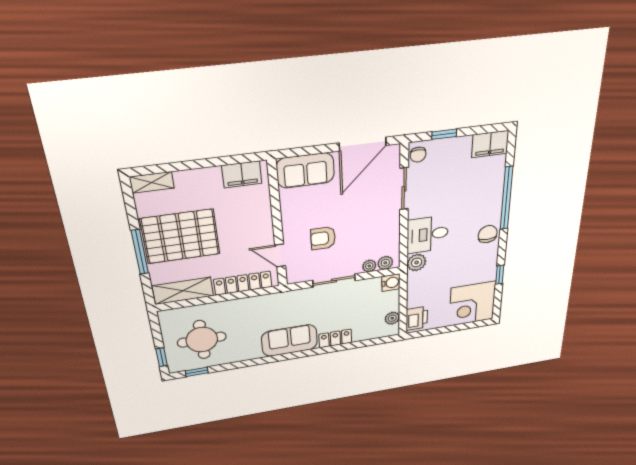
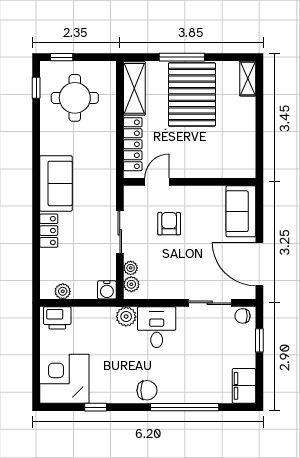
filing cabinet: (242, 174) -> (245, 155), removed

